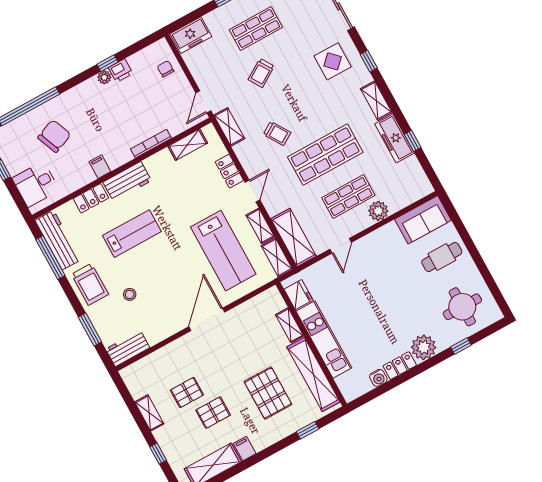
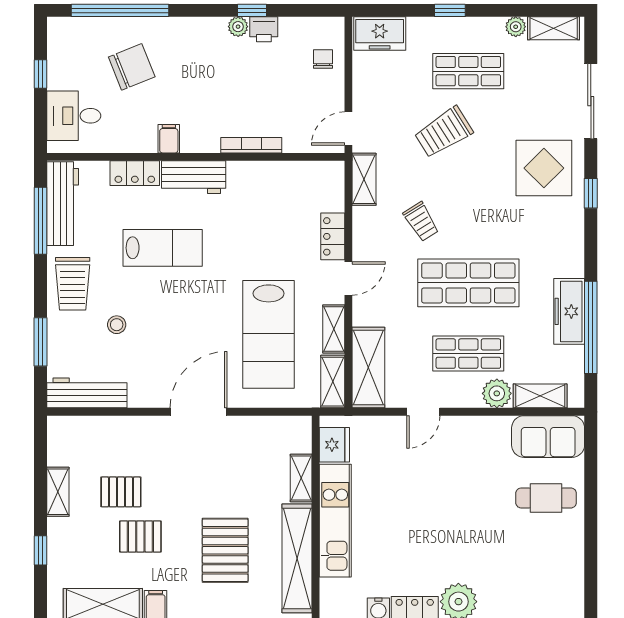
display table: (333, 61) -> (544, 168), width x1.36, depth x1.36
trolley: (261, 73) -> (444, 132), width x1.36, depth x1.39
shelving: (376, 101) -> (540, 396), moved, turned 90
window: (413, 141) -> (591, 327), width x3.17
shelving: (188, 145) -> (298, 173), removed
round table: (462, 307) -> (537, 577), removed
workbench: (128, 348) -> (87, 393), width x1.38

